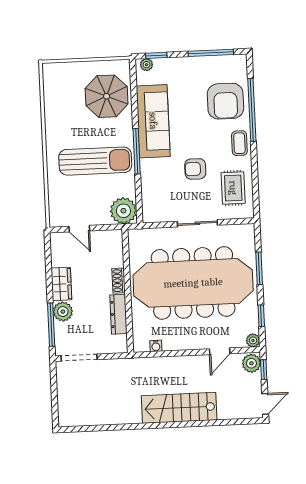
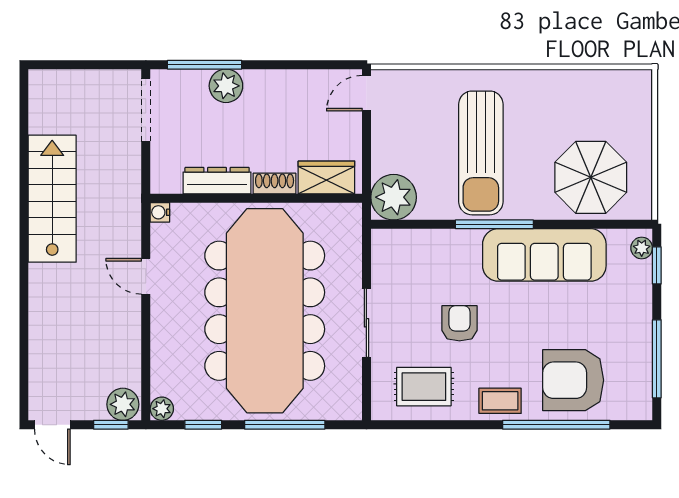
door: (79, 229) -> (366, 93), moved
window: (259, 268) -> (285, 425), width x1.44
wardrobe: (61, 284) -> (326, 177), moved, turned 180
water cooler: (156, 346) -> (160, 212), moved
door: (220, 351) -> (146, 276), moved
stairs: (179, 408) -> (52, 199), moved

